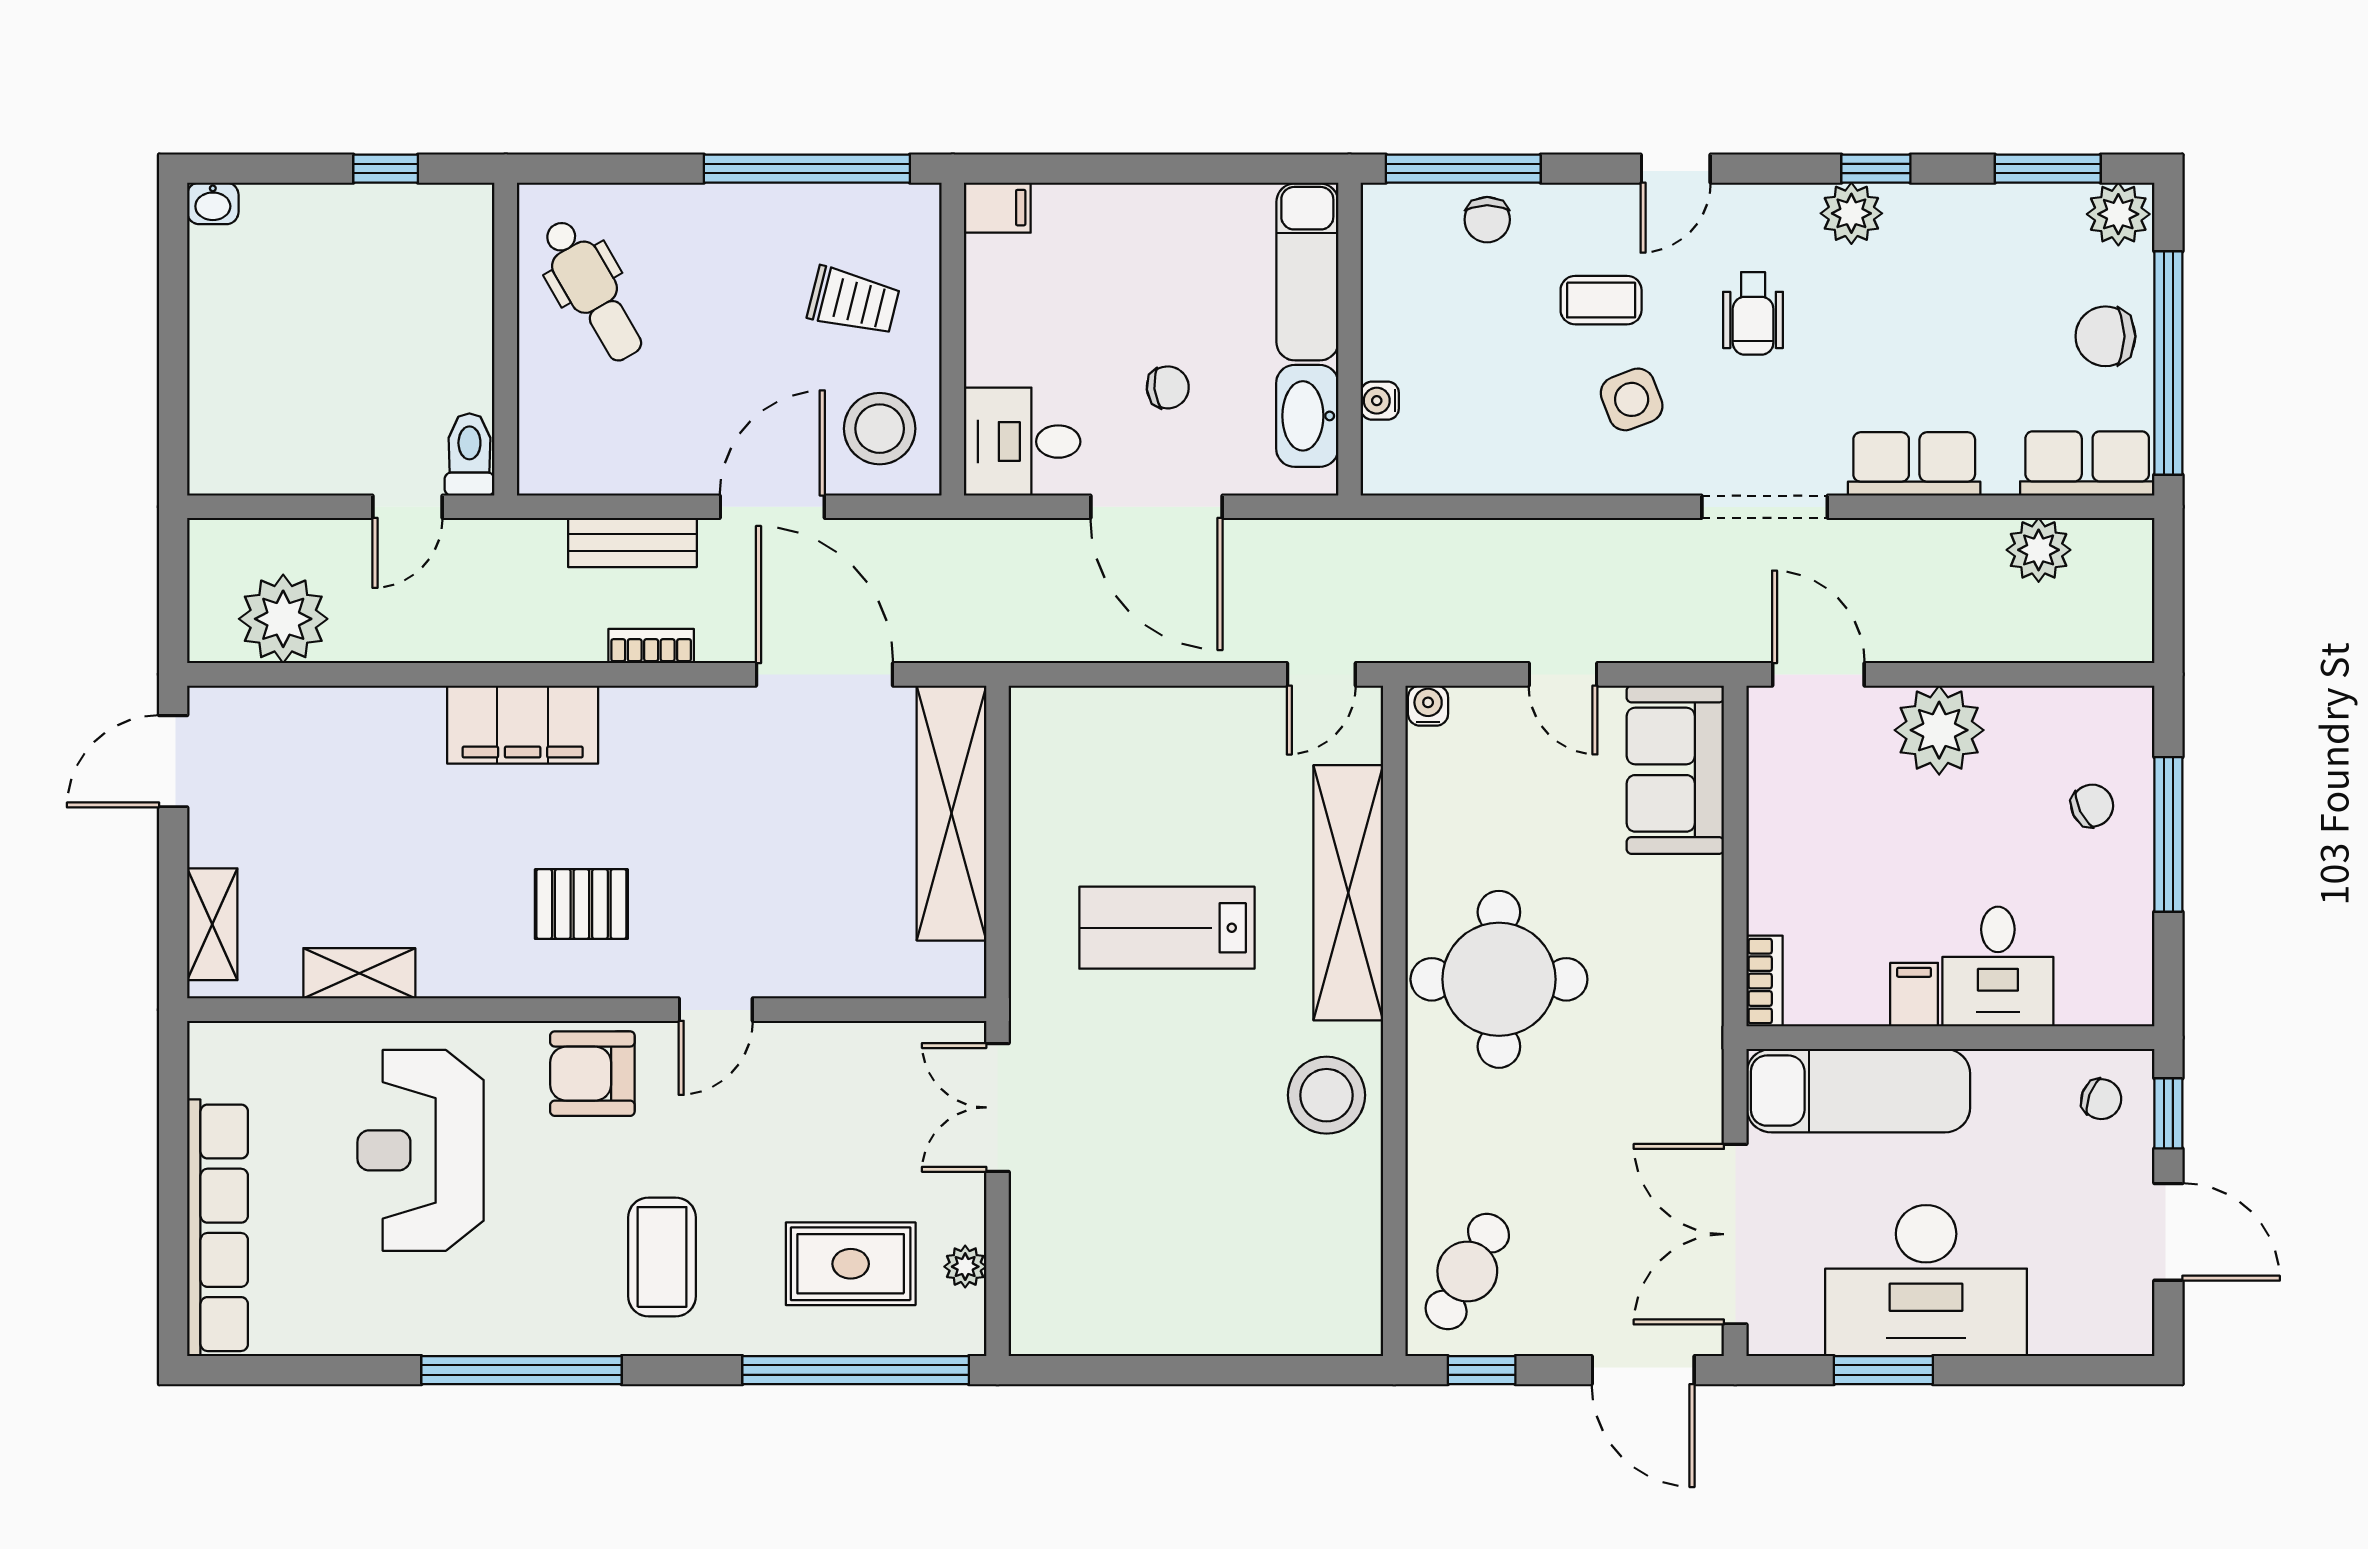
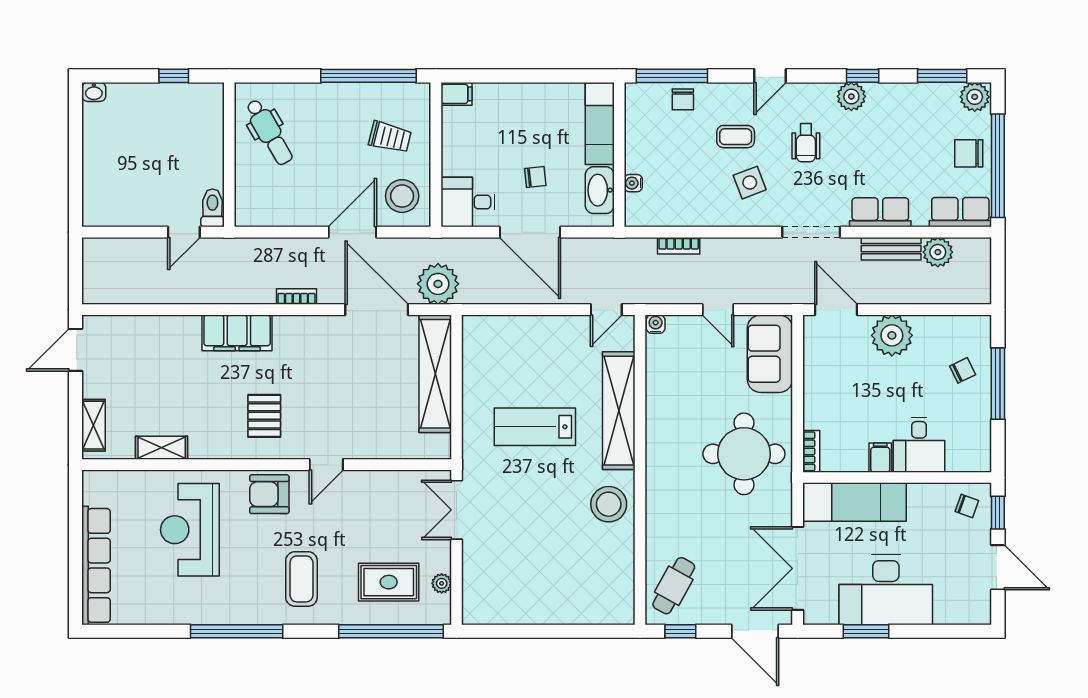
bookcase: (1478, 536) -> (679, 246), added
bench: (632, 542) -> (891, 249), moved
plant: (283, 619) -> (438, 284), moved
pallet: (581, 904) -> (264, 416), turned 90
round table: (1499, 979) -> (744, 454), moved

